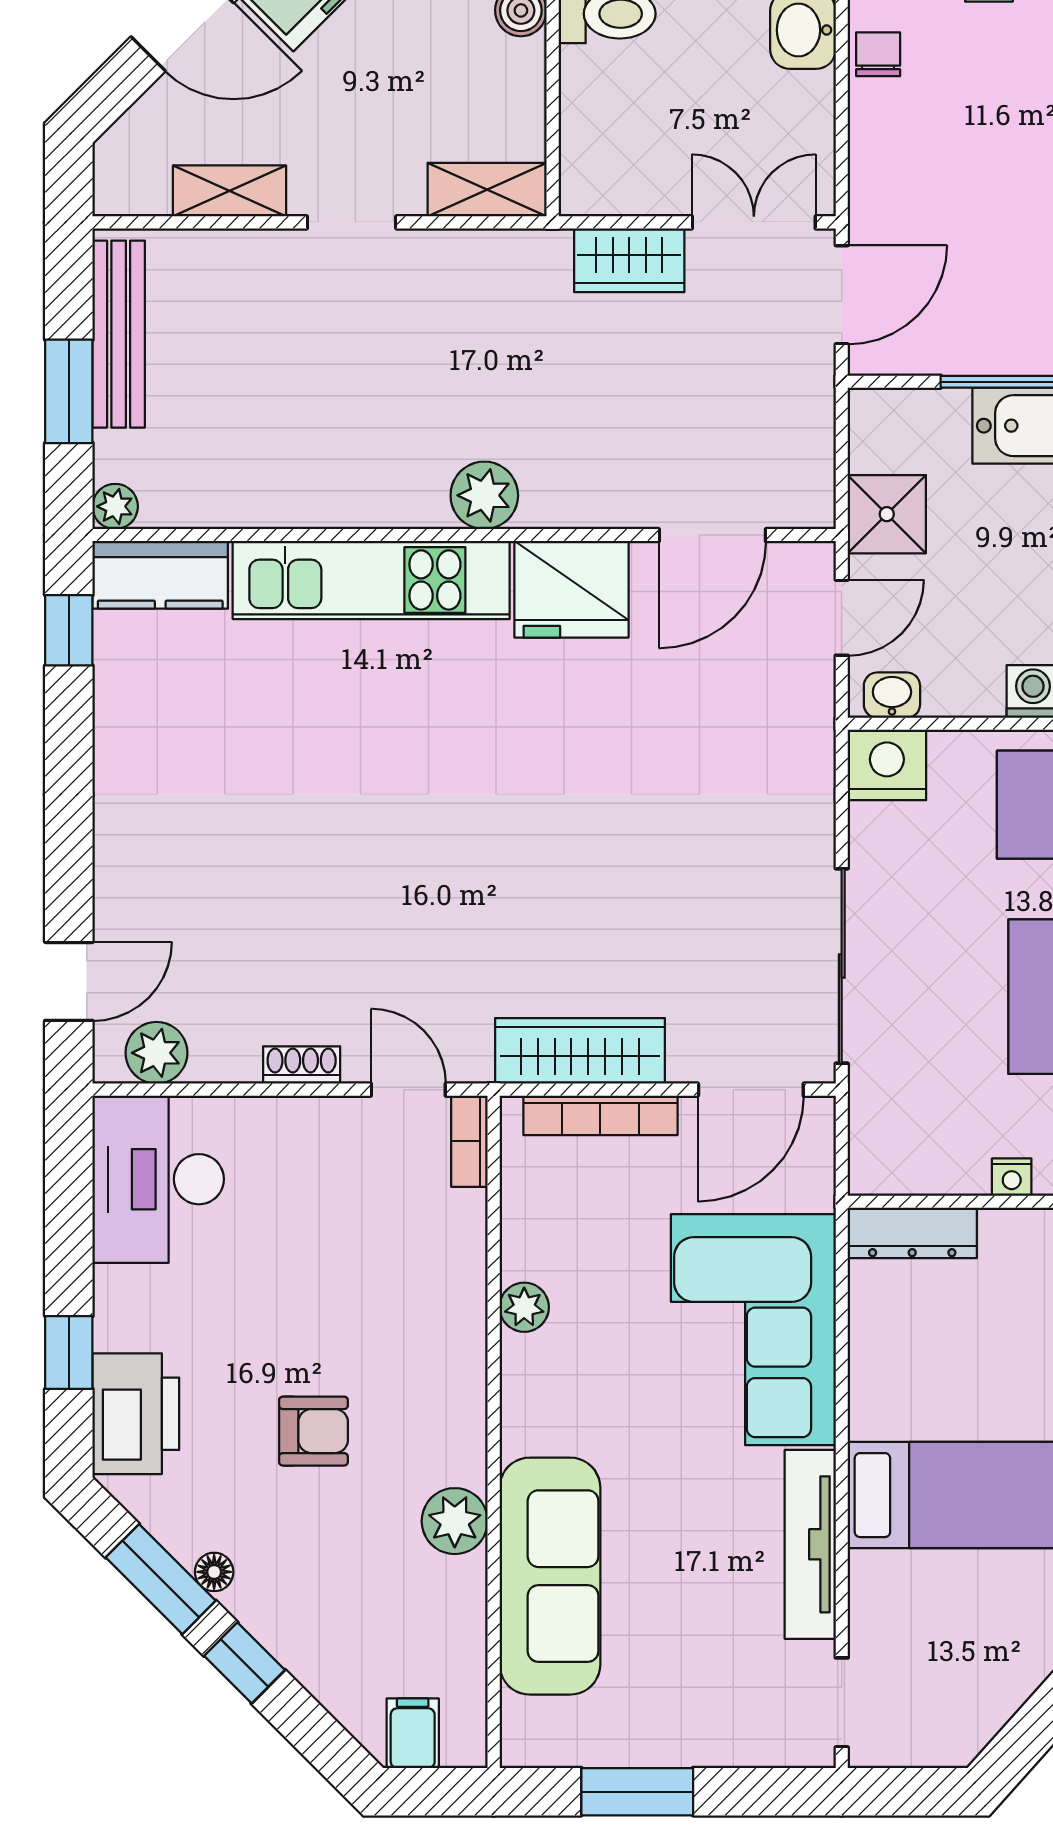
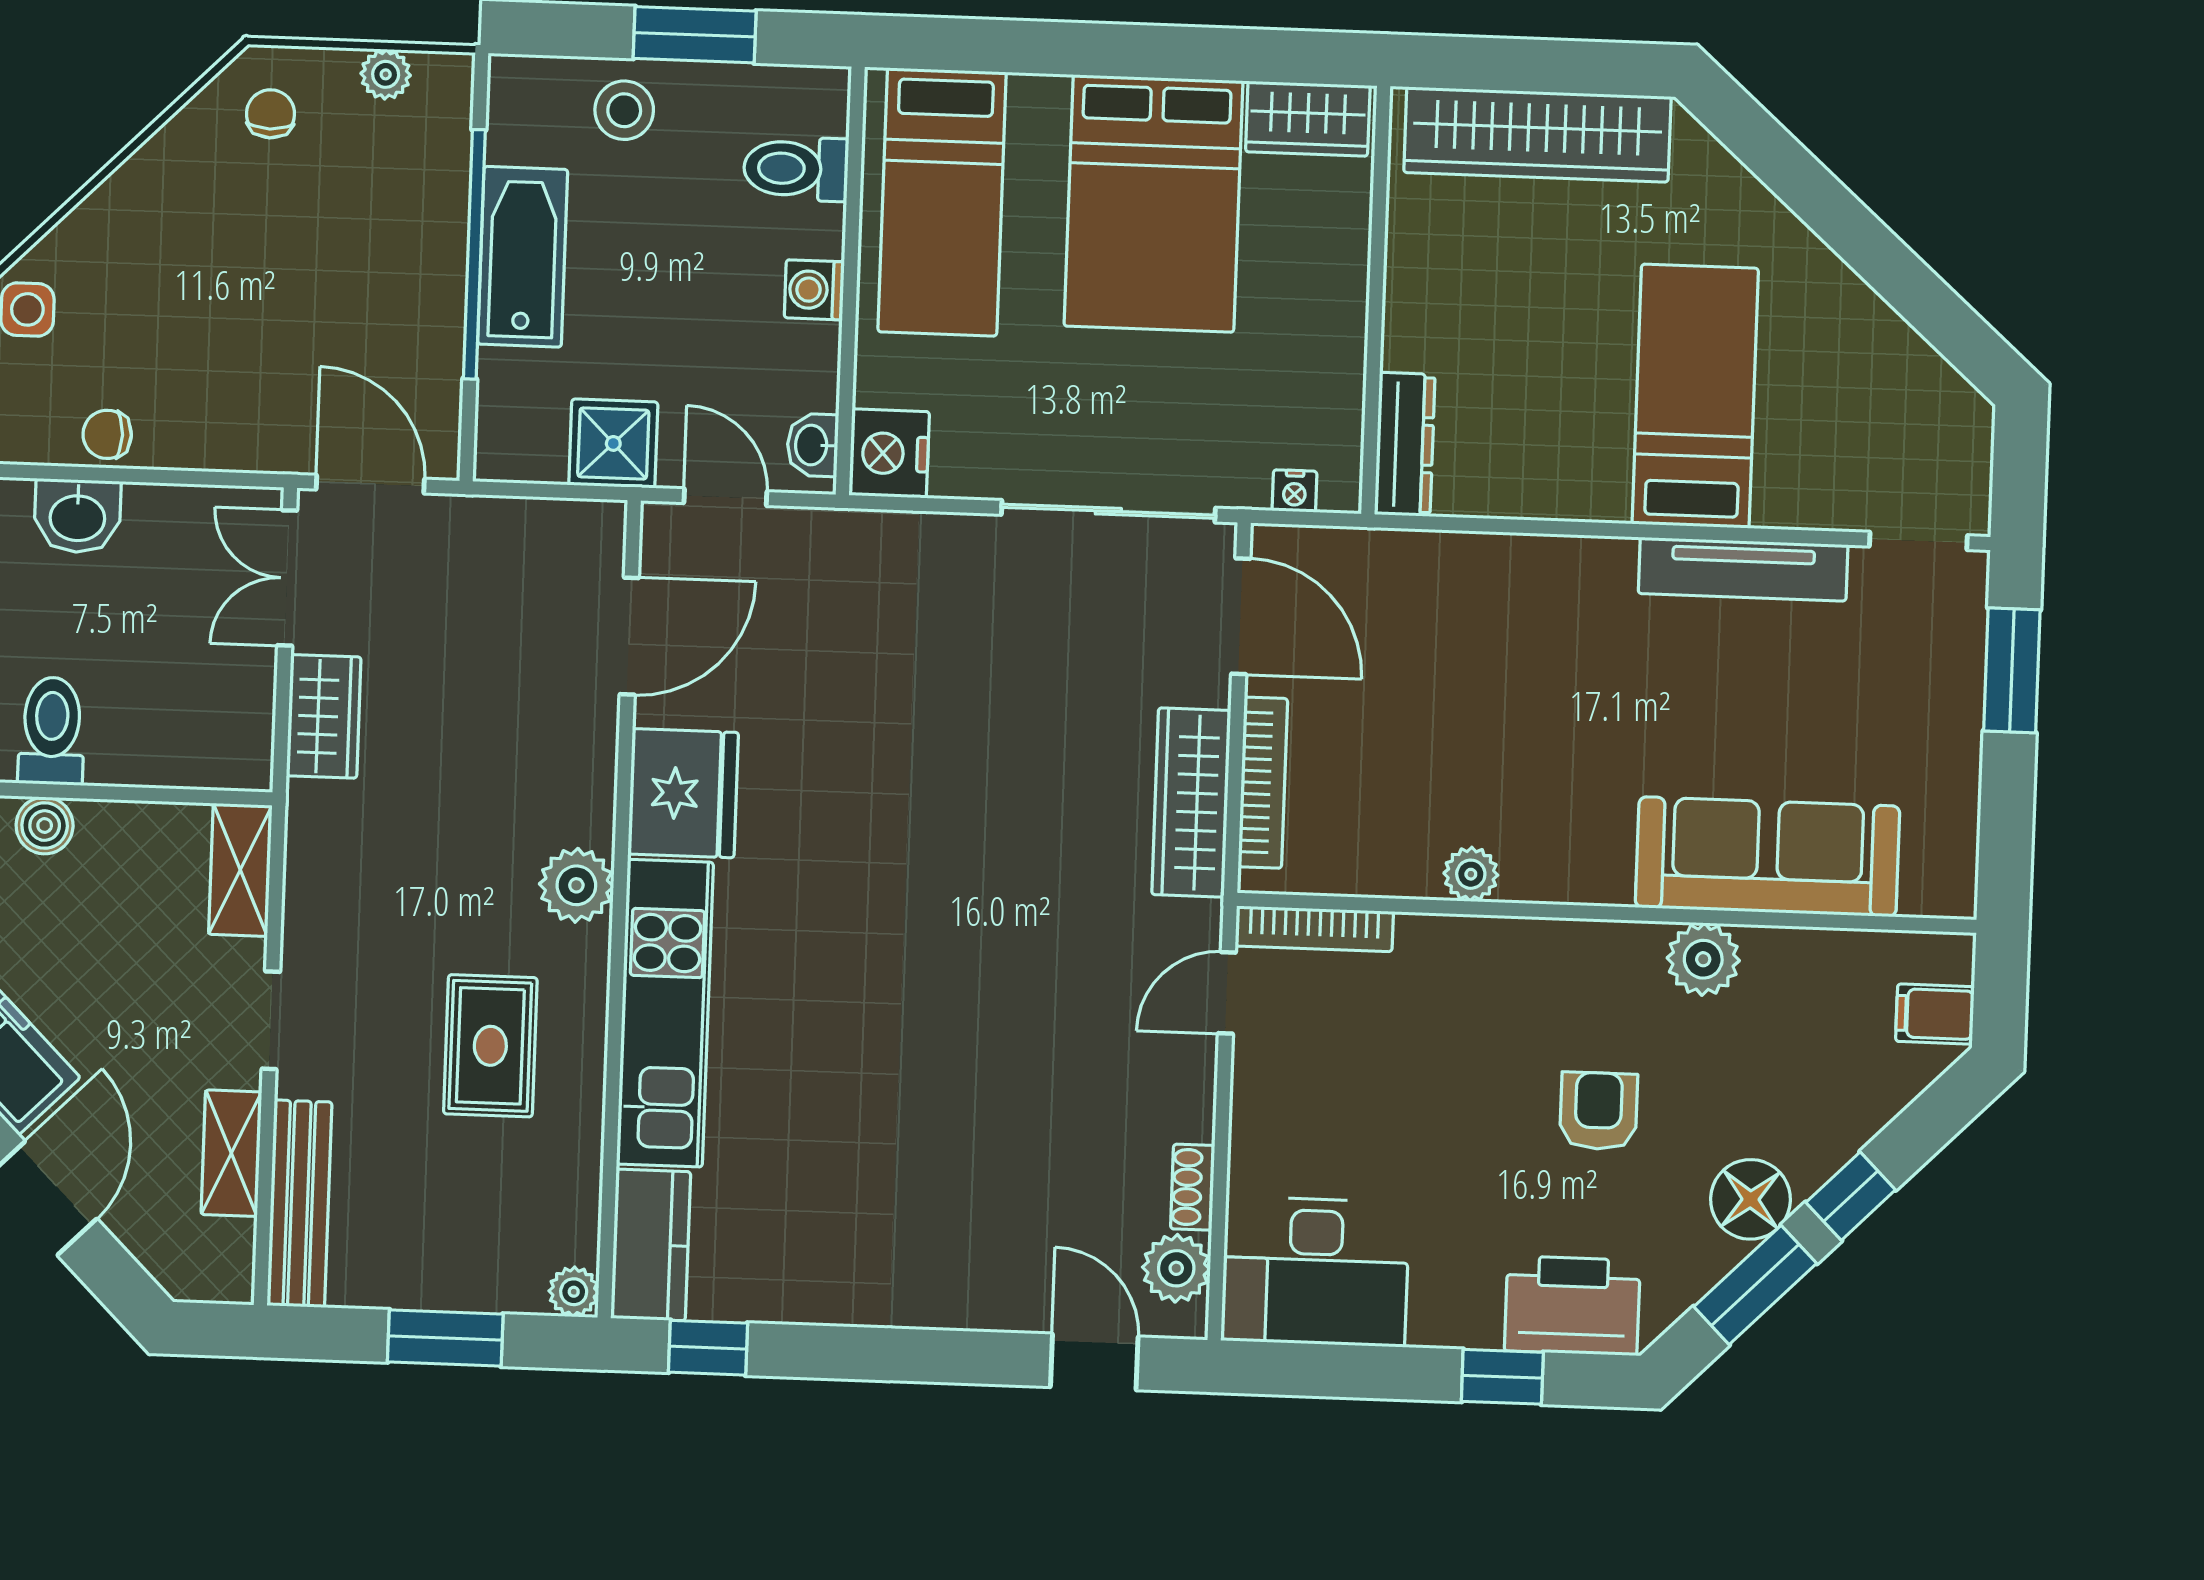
bench: (119, 334) -> (299, 1204), moved, turned 90
rug: (336, 423) -> (490, 1046), added
door: (712, 535) -> (629, 636), hinge flipped
shoe rack: (302, 1065) -> (1193, 1187), moved
bookcase: (469, 1141) -> (1314, 929), width x1.56
nightstand: (1012, 1177) -> (1294, 491), moved, turned 90
corner sofa: (753, 1330) -> (1505, 623), removed
floor lamp: (214, 1572) -> (1750, 1199), width x1.89, depth x1.89
window: (637, 1792) -> (2012, 670), moved

